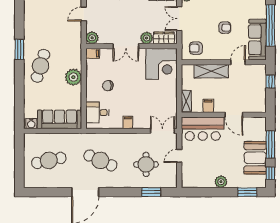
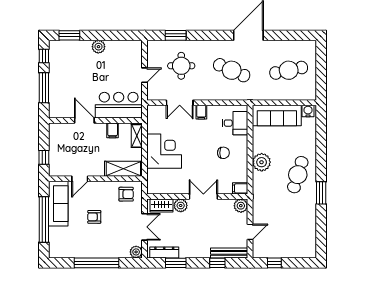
corner desk: (162, 64) -> (164, 151), moved, turned 90
shelving: (211, 71) -> (123, 169), moved
double door: (162, 131) -> (180, 103), moved
booth: (255, 158) -> (61, 73), removed

